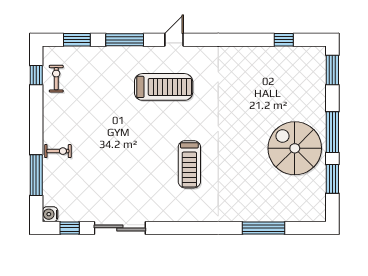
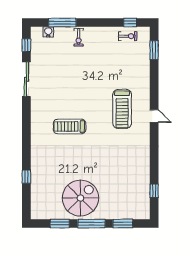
window: (125, 40) -> (154, 83), removed
window: (332, 70) -> (123, 224), moved
water cooler: (50, 214) -> (48, 32), moved
window: (263, 228) -> (26, 177), width x0.46

